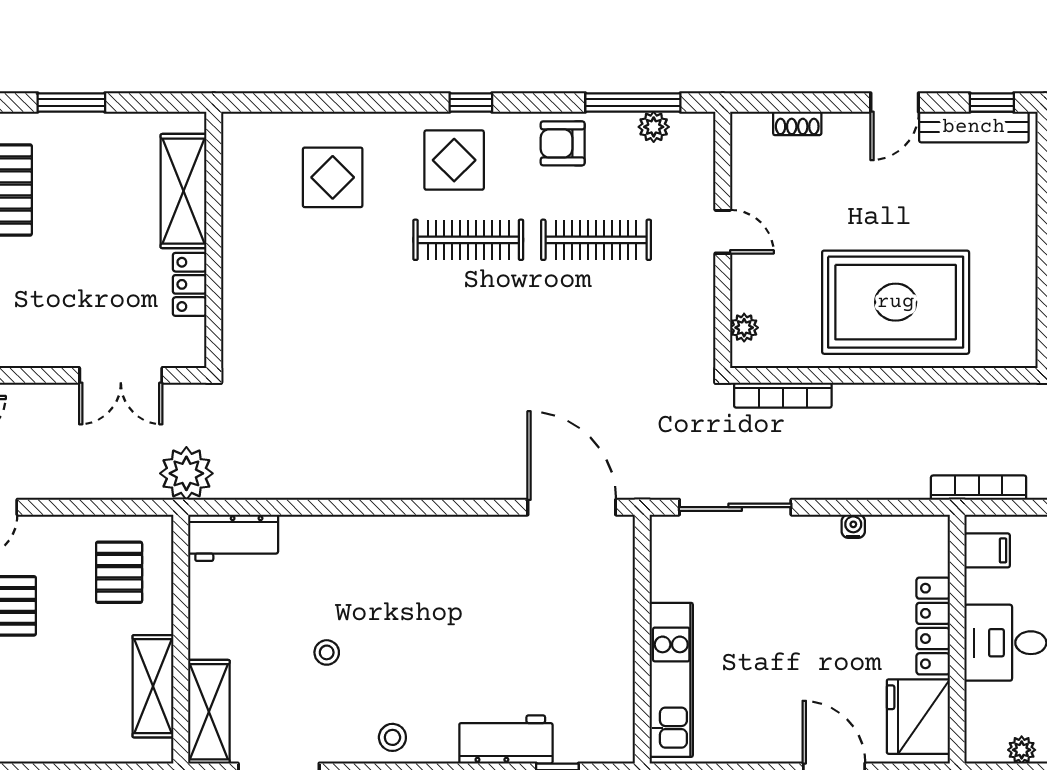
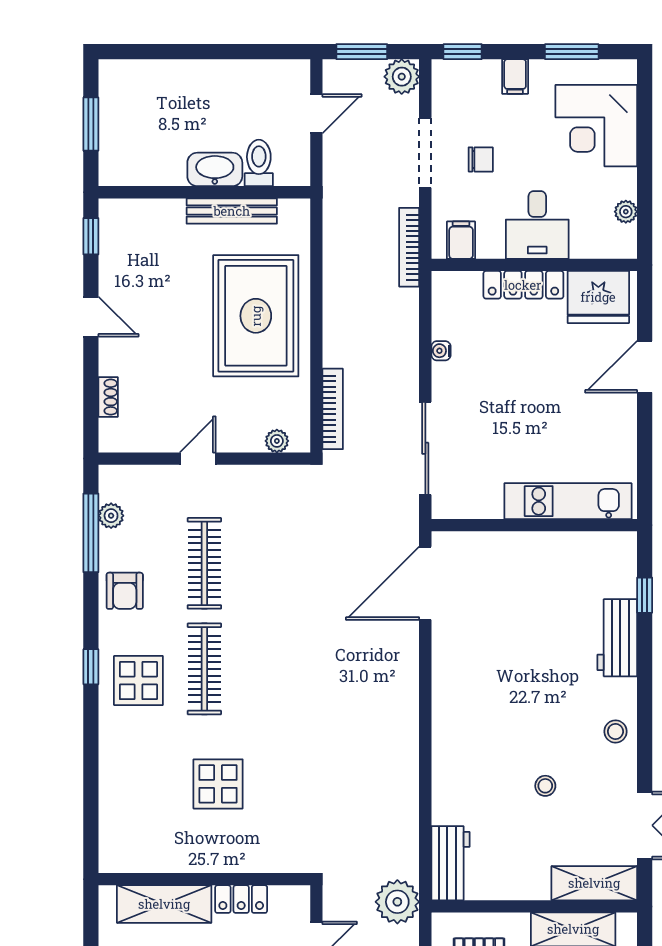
bench: (974, 127) -> (232, 211), moved, turned 90
display table: (333, 177) -> (218, 784), moved

